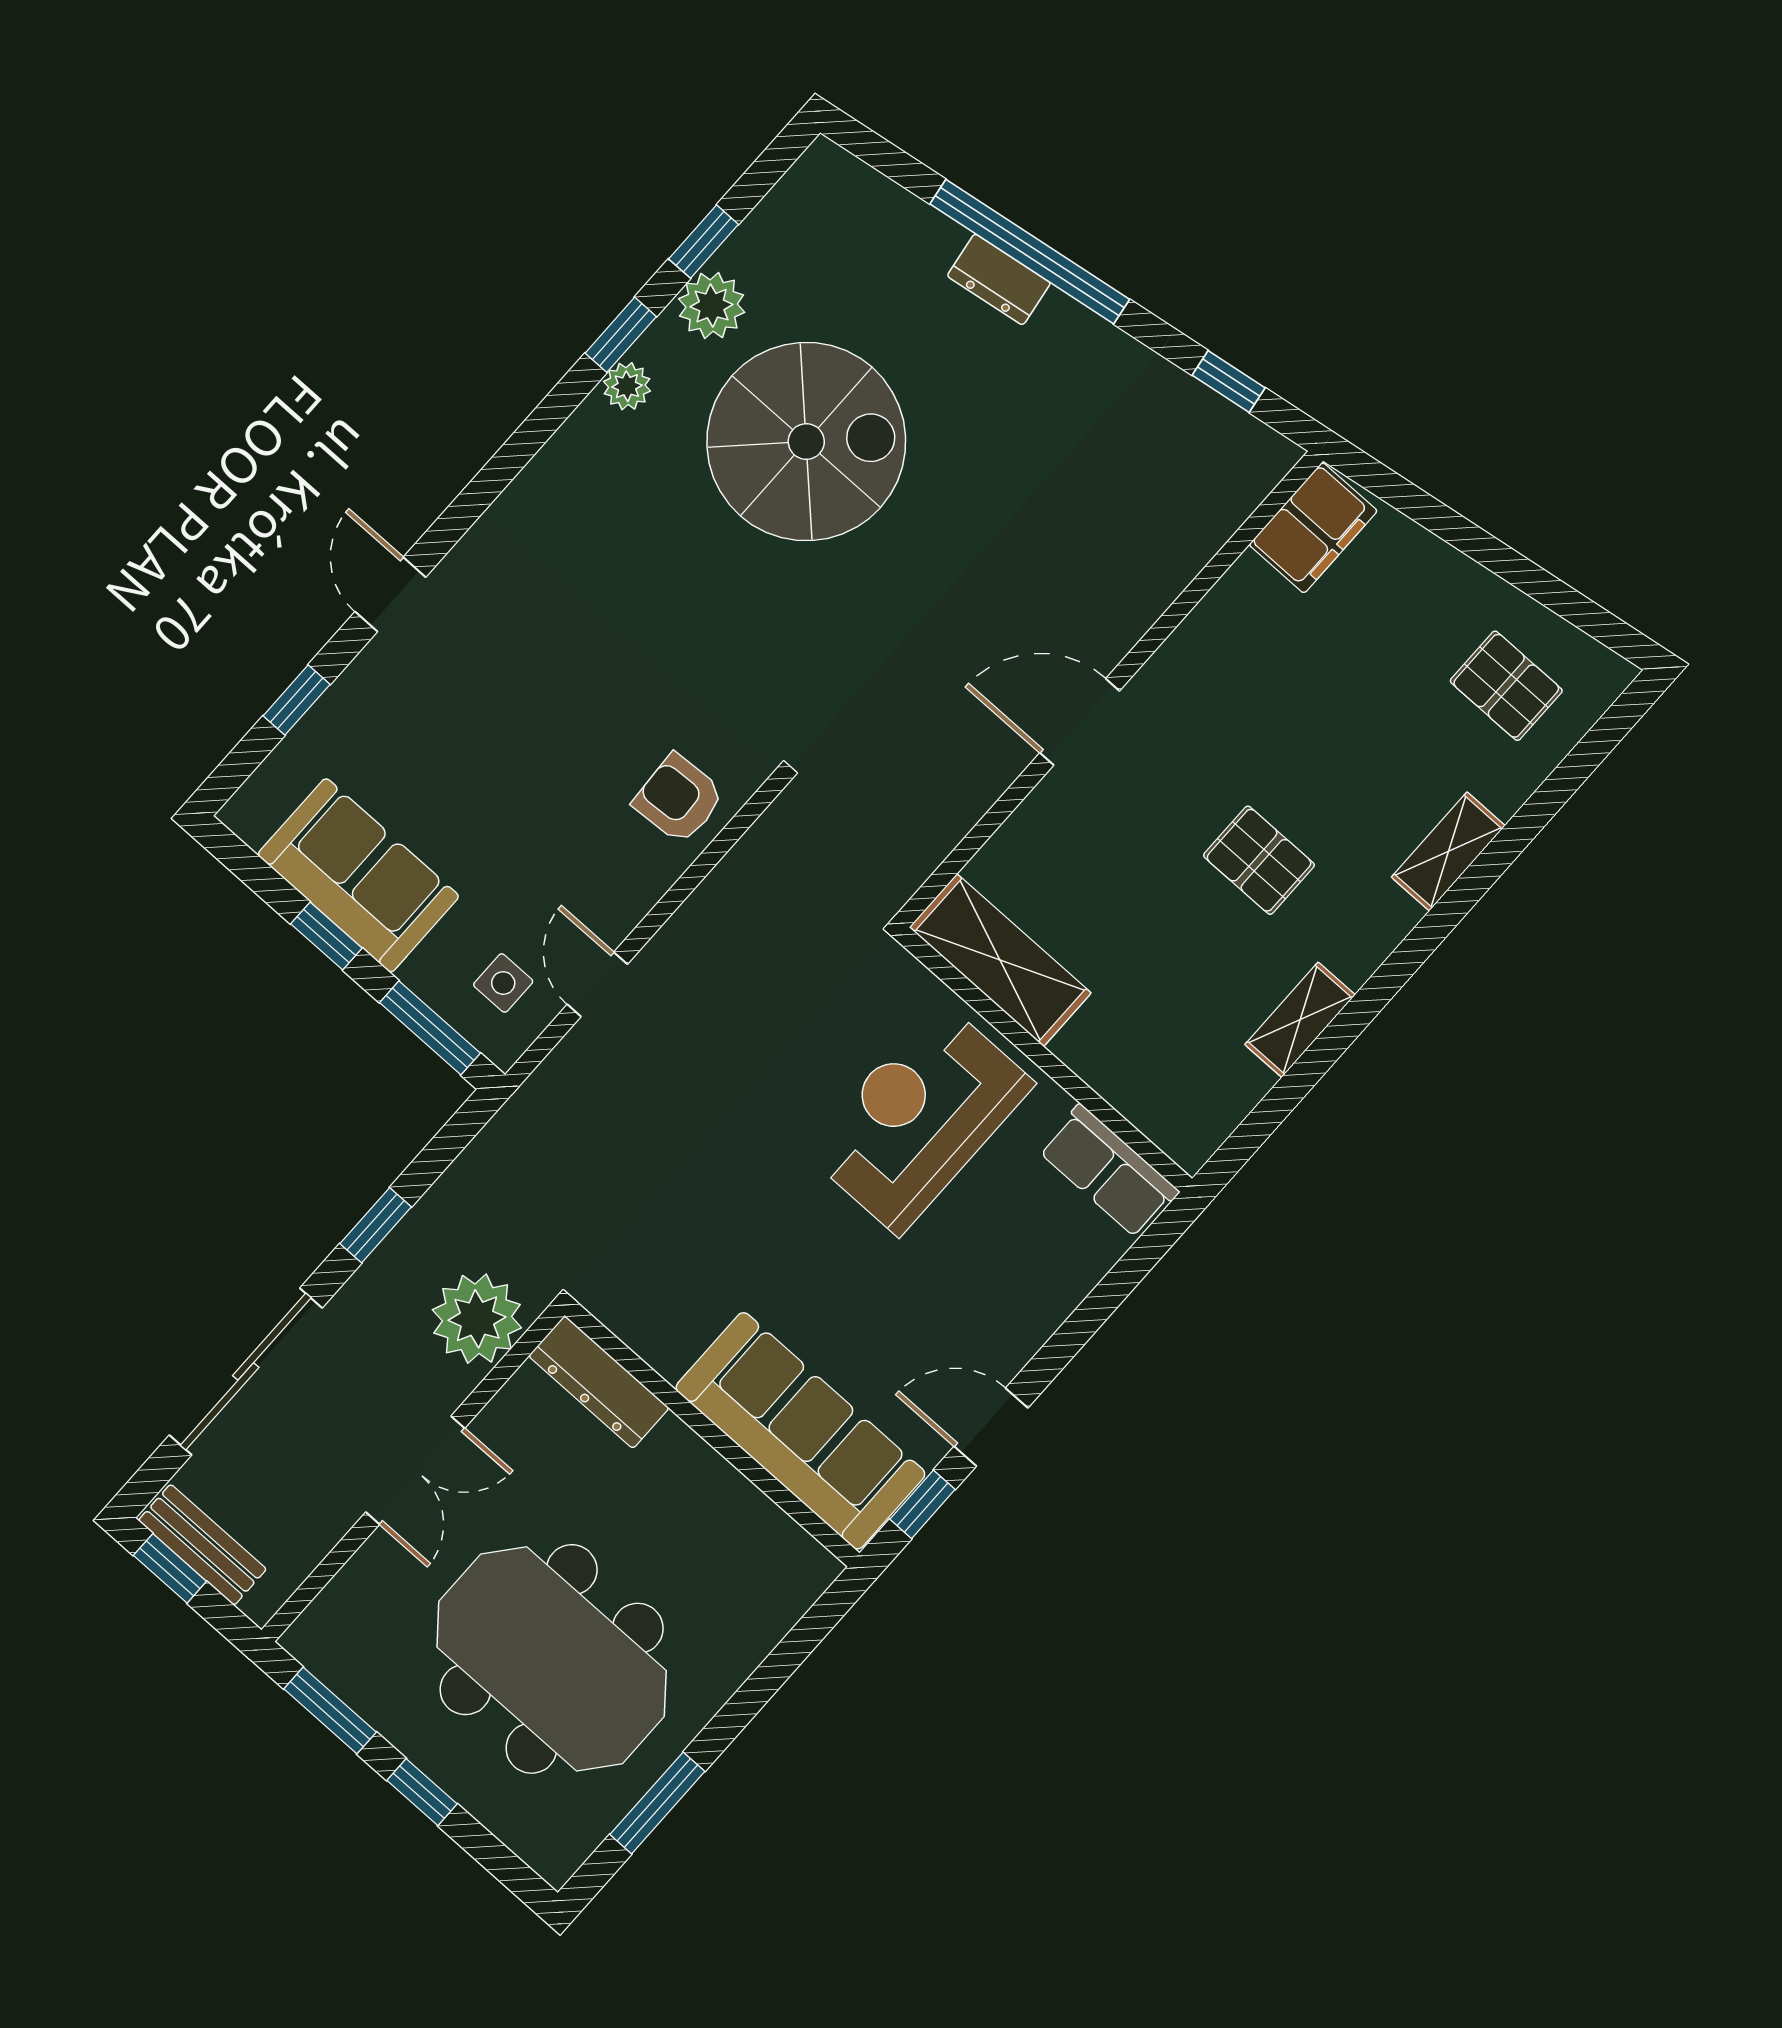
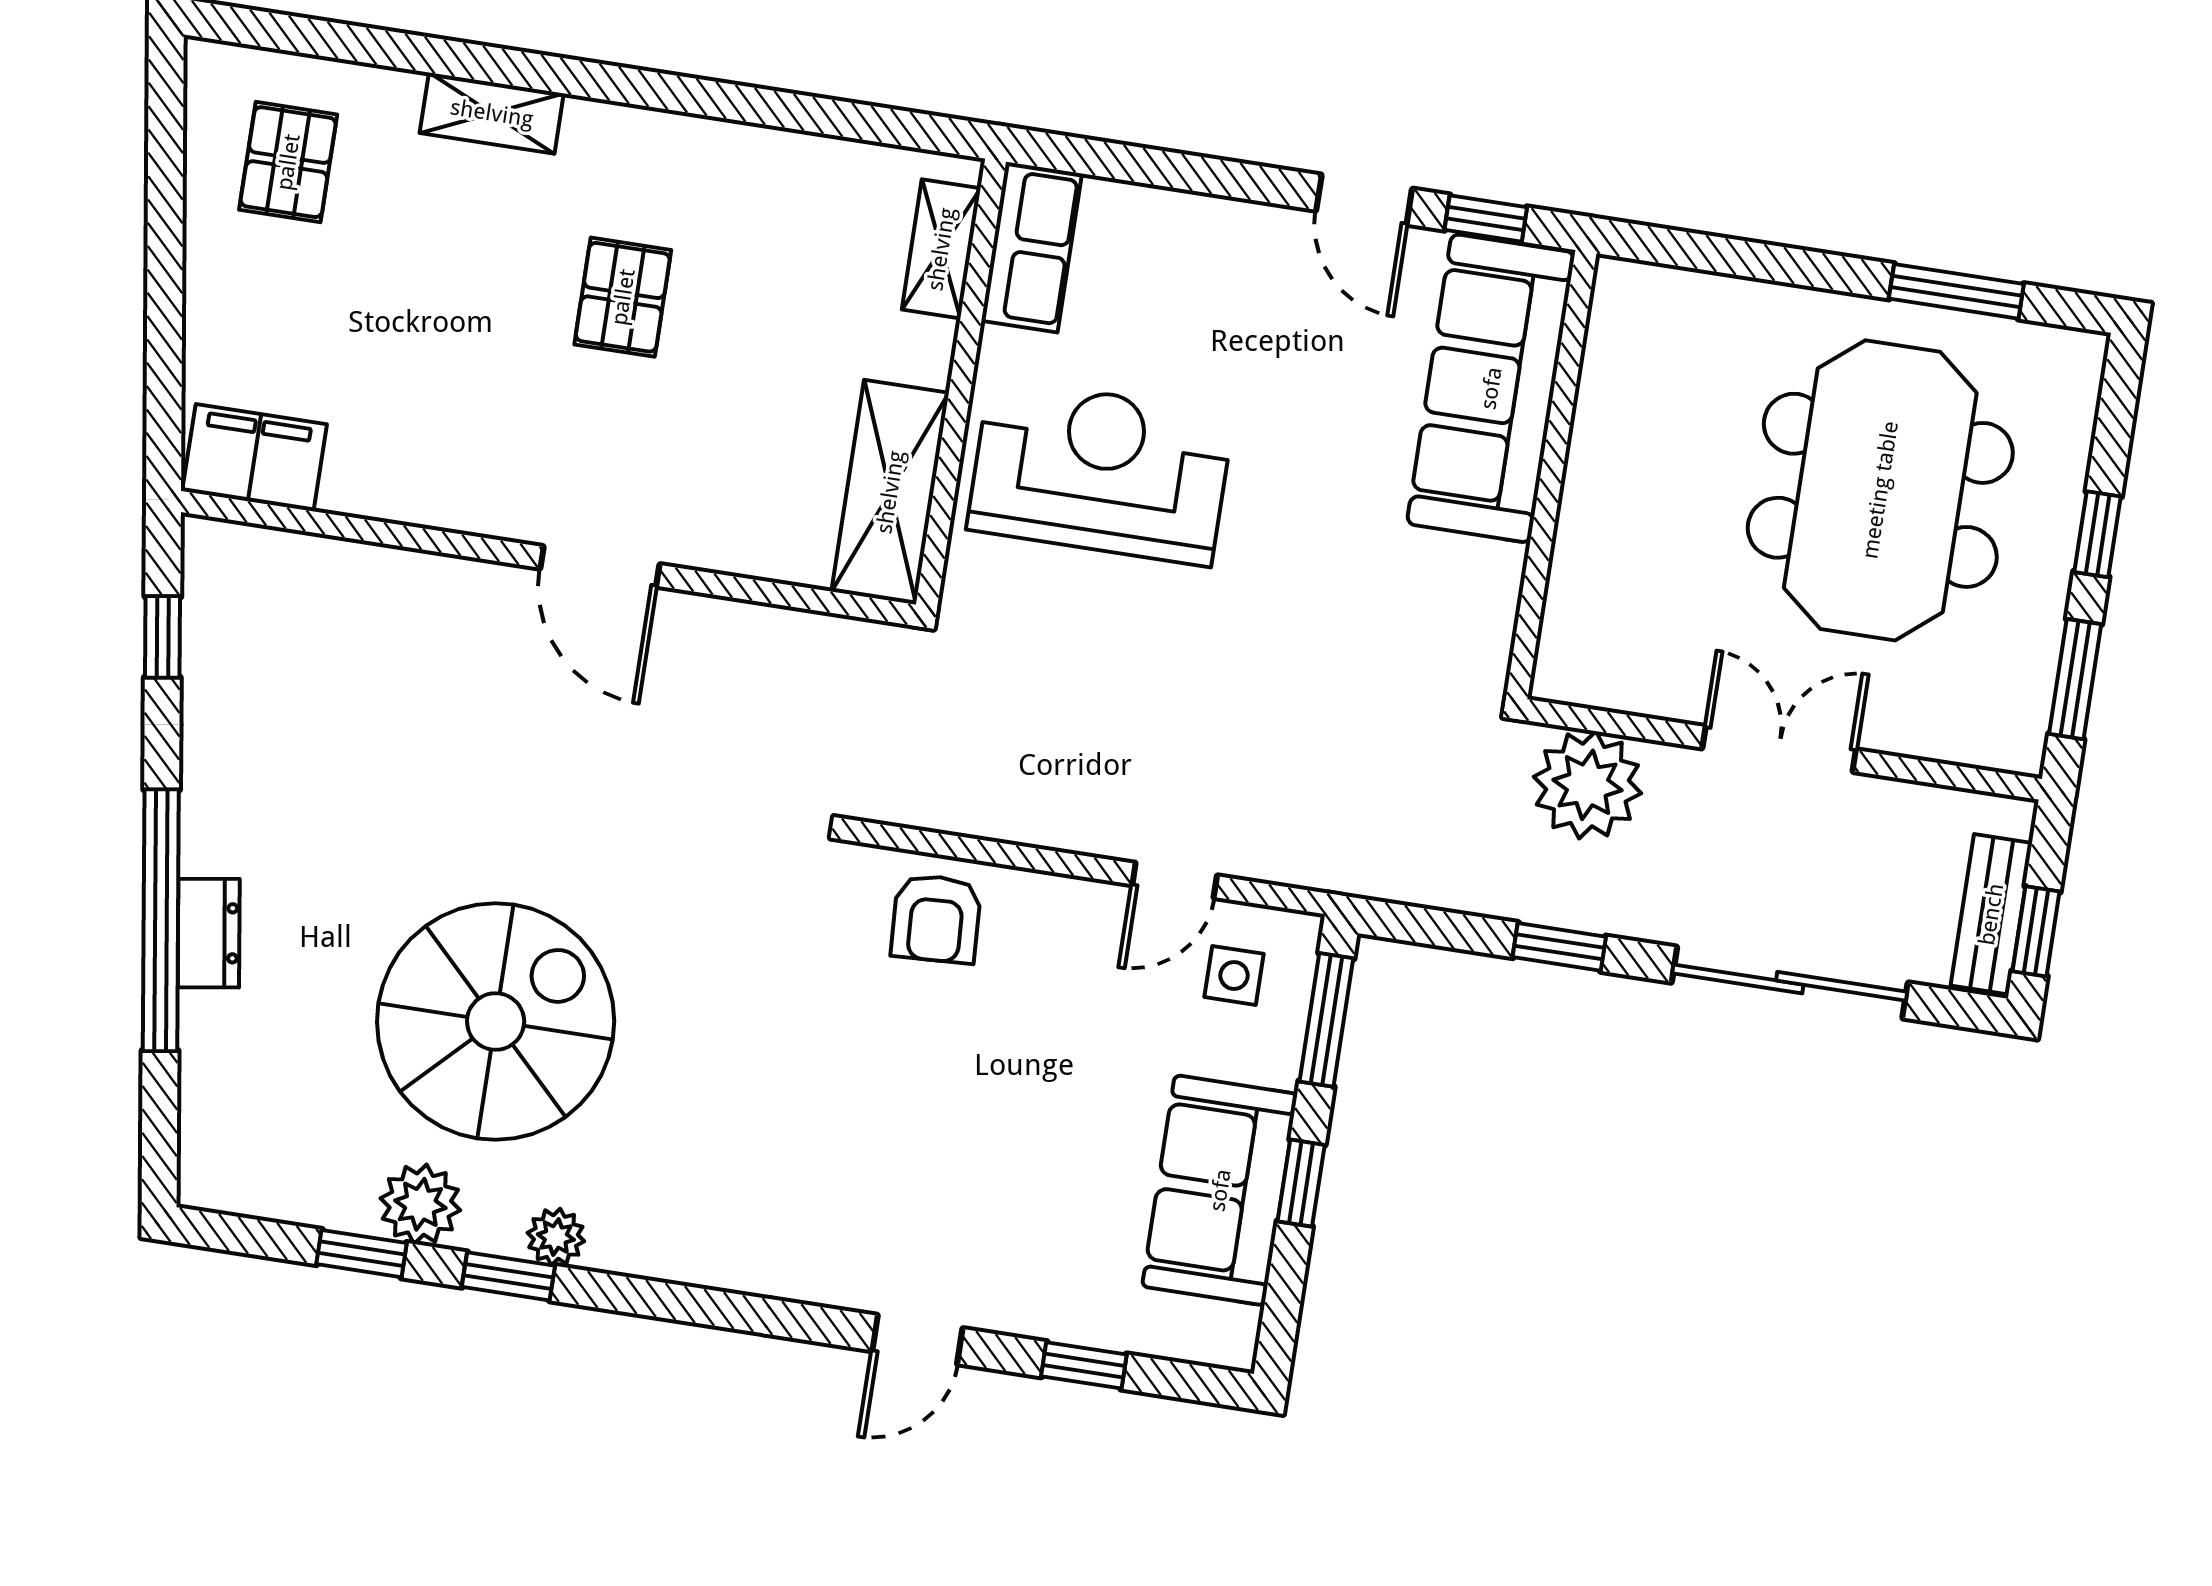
spiral stairs: (806, 442) -> (496, 1022), turned 90
shelving: (1300, 1020) -> (941, 249), moved, turned 90
reception desk: (919, 1118) -> (1100, 472), turned 180
dresser: (599, 1382) -> (1572, 622), removed

